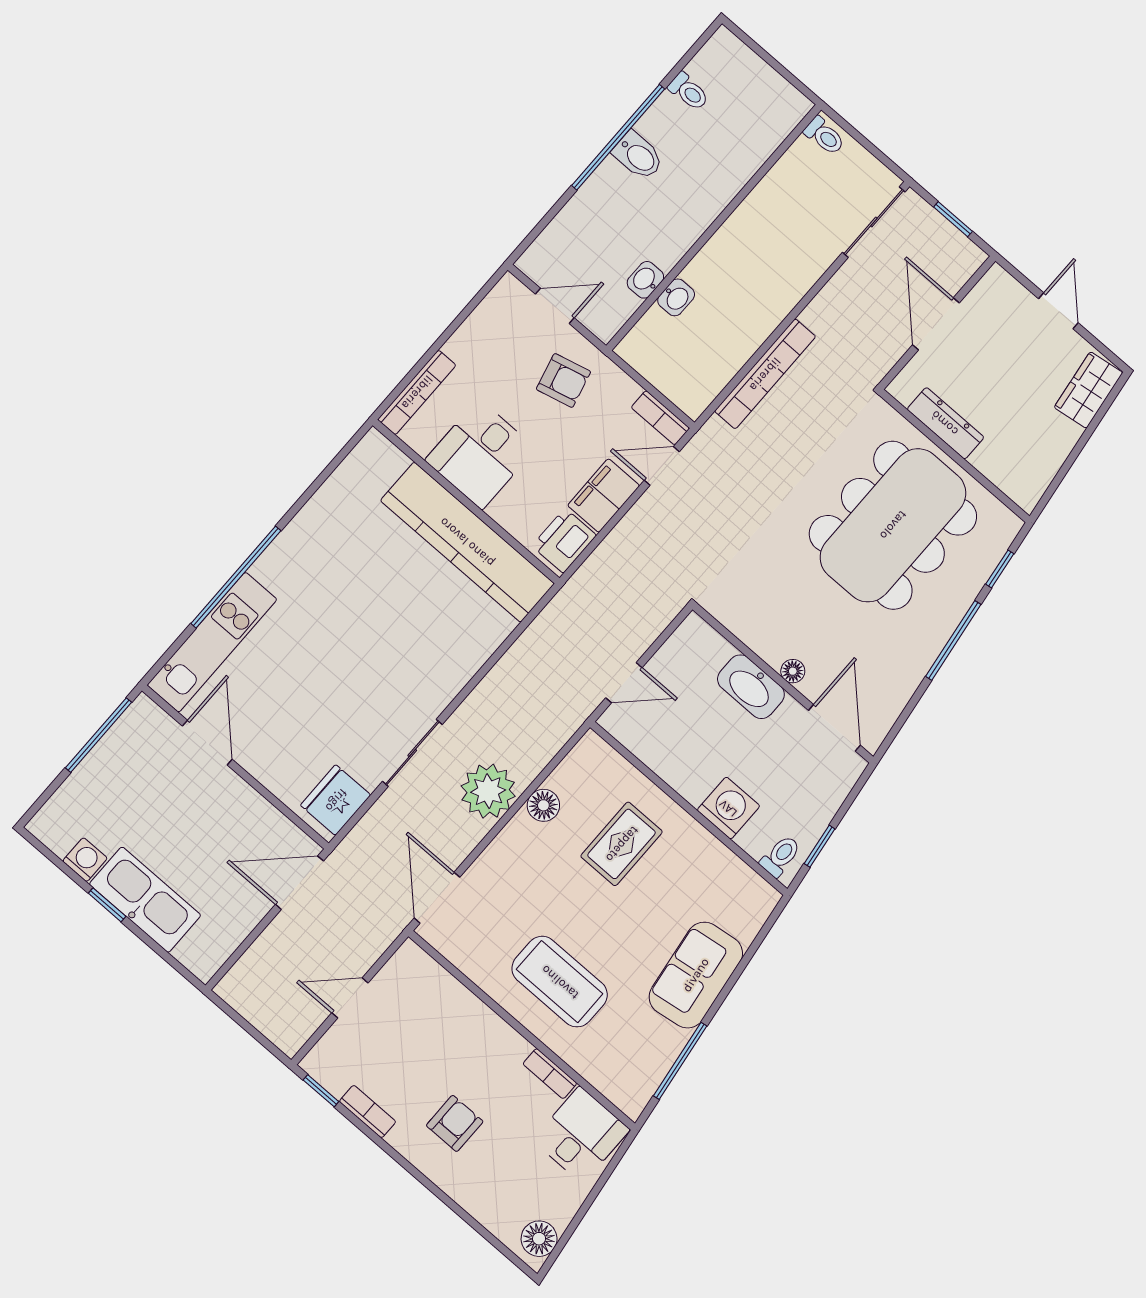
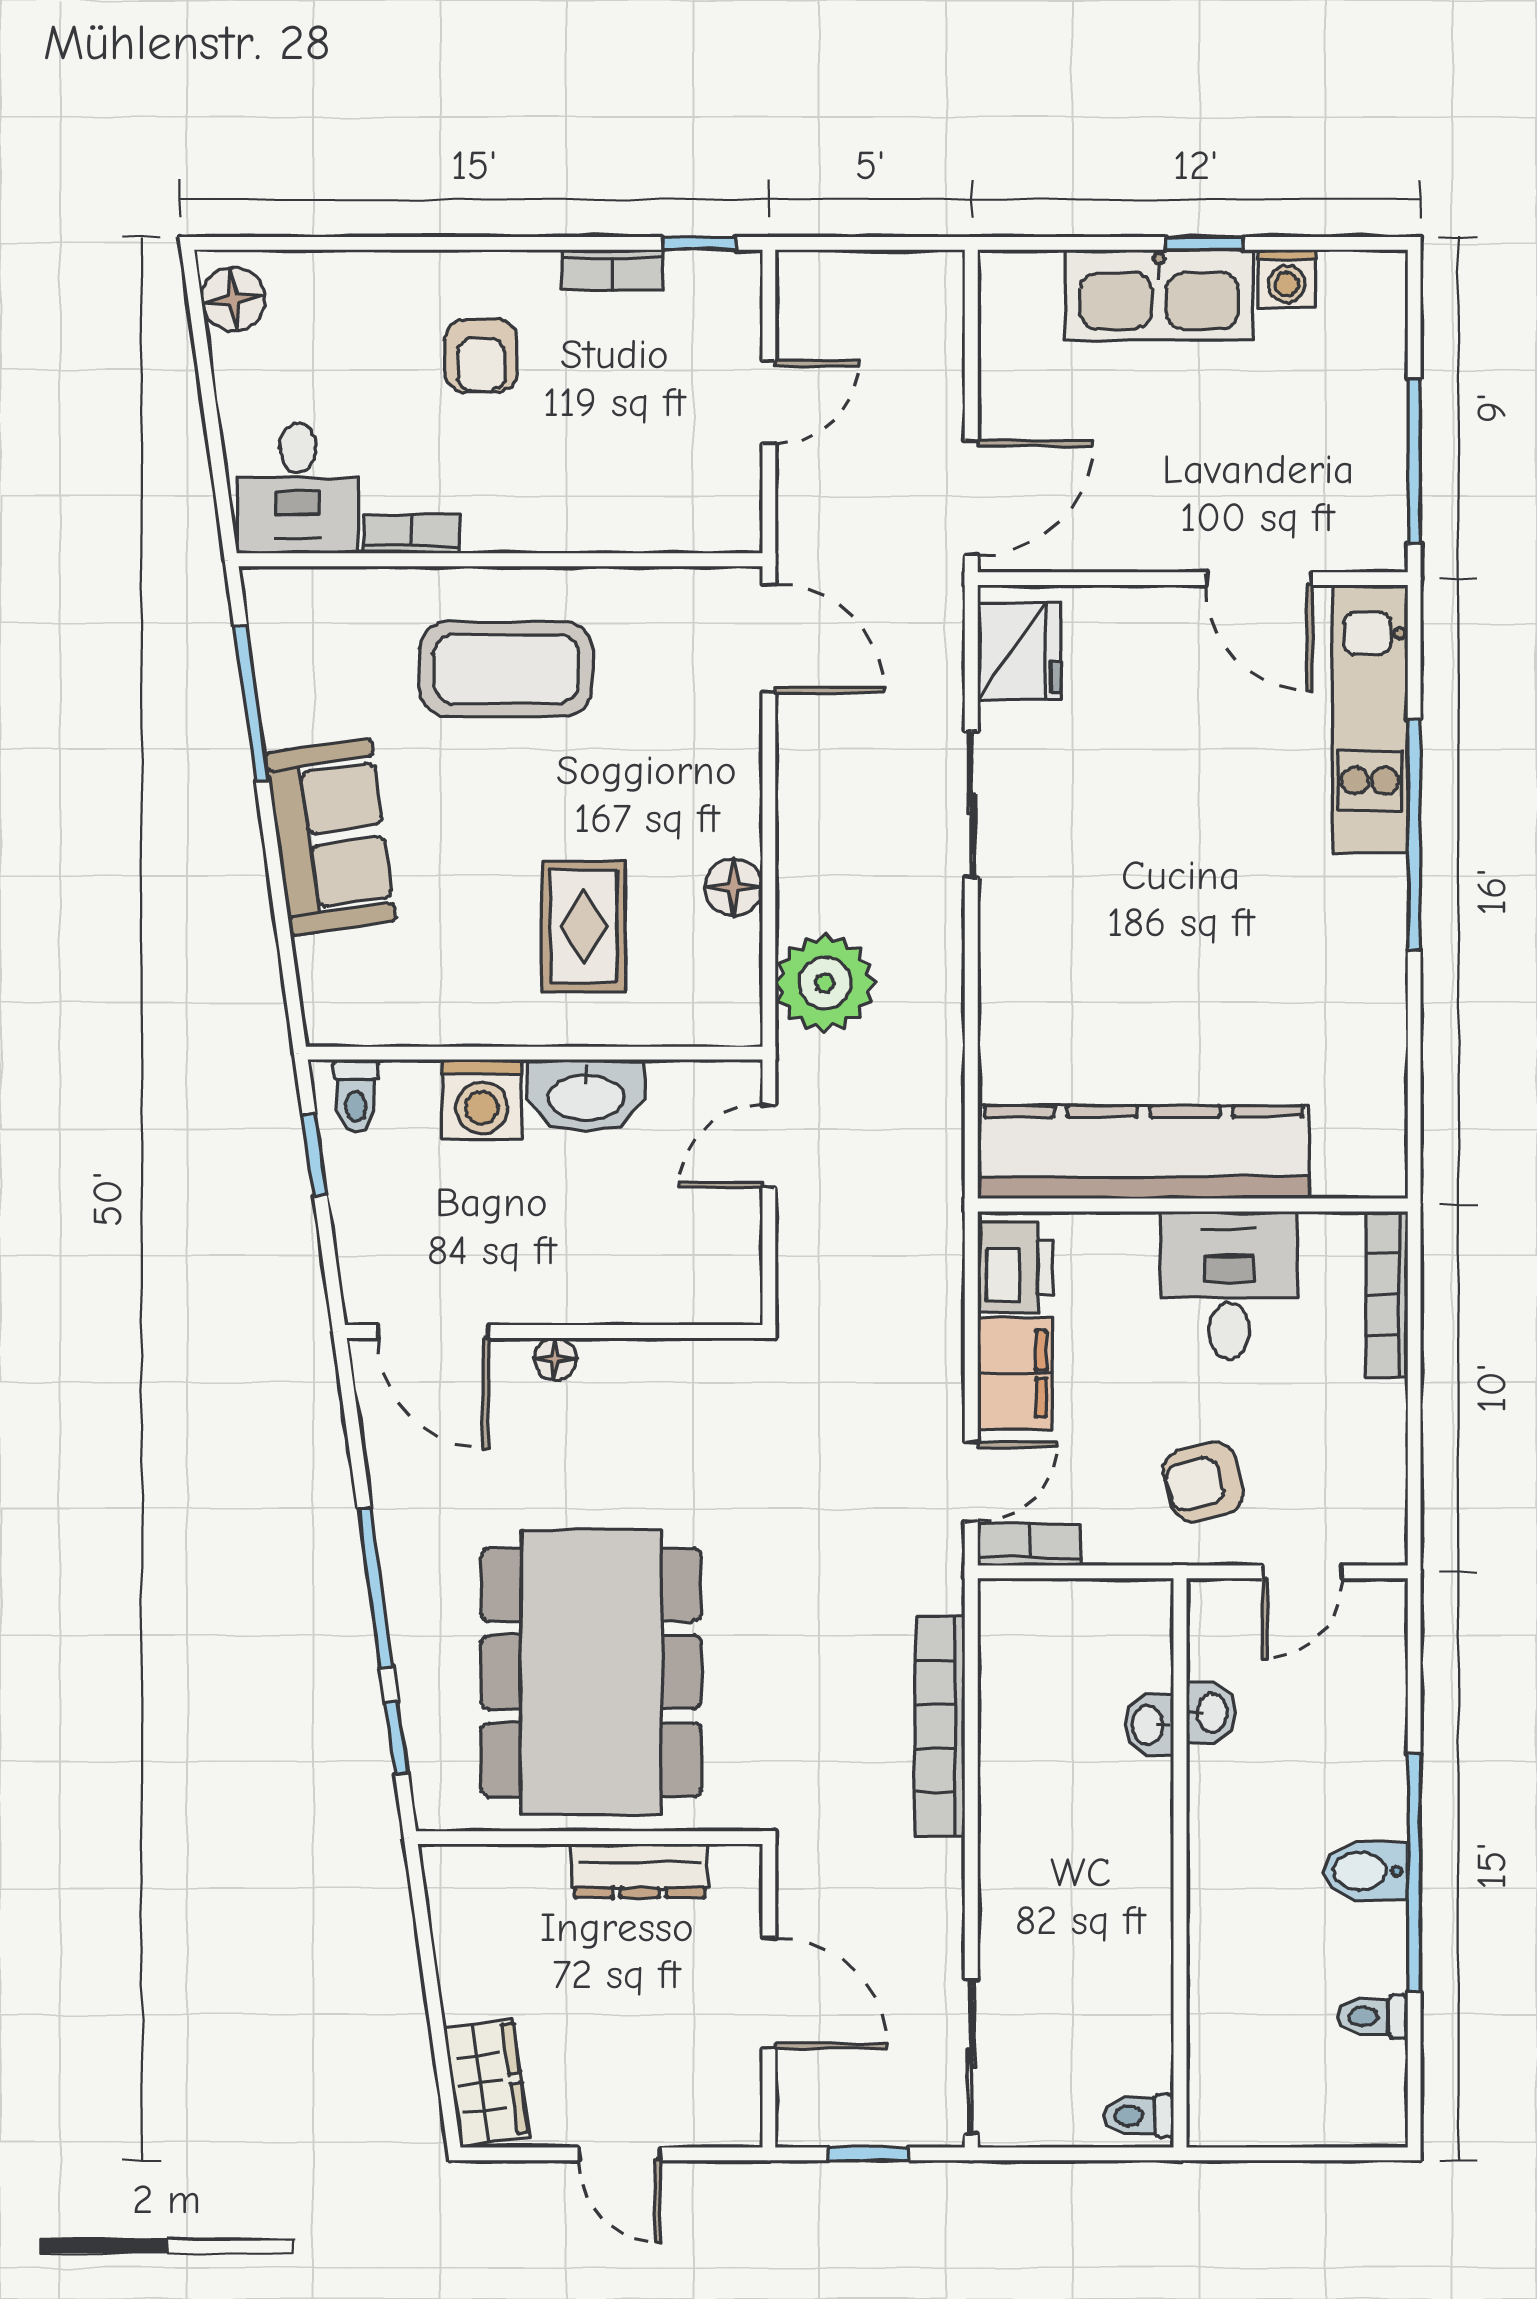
washbasin: (751, 687) -> (586, 1095), moved, turned 180
plant: (488, 791) -> (825, 983), moved

